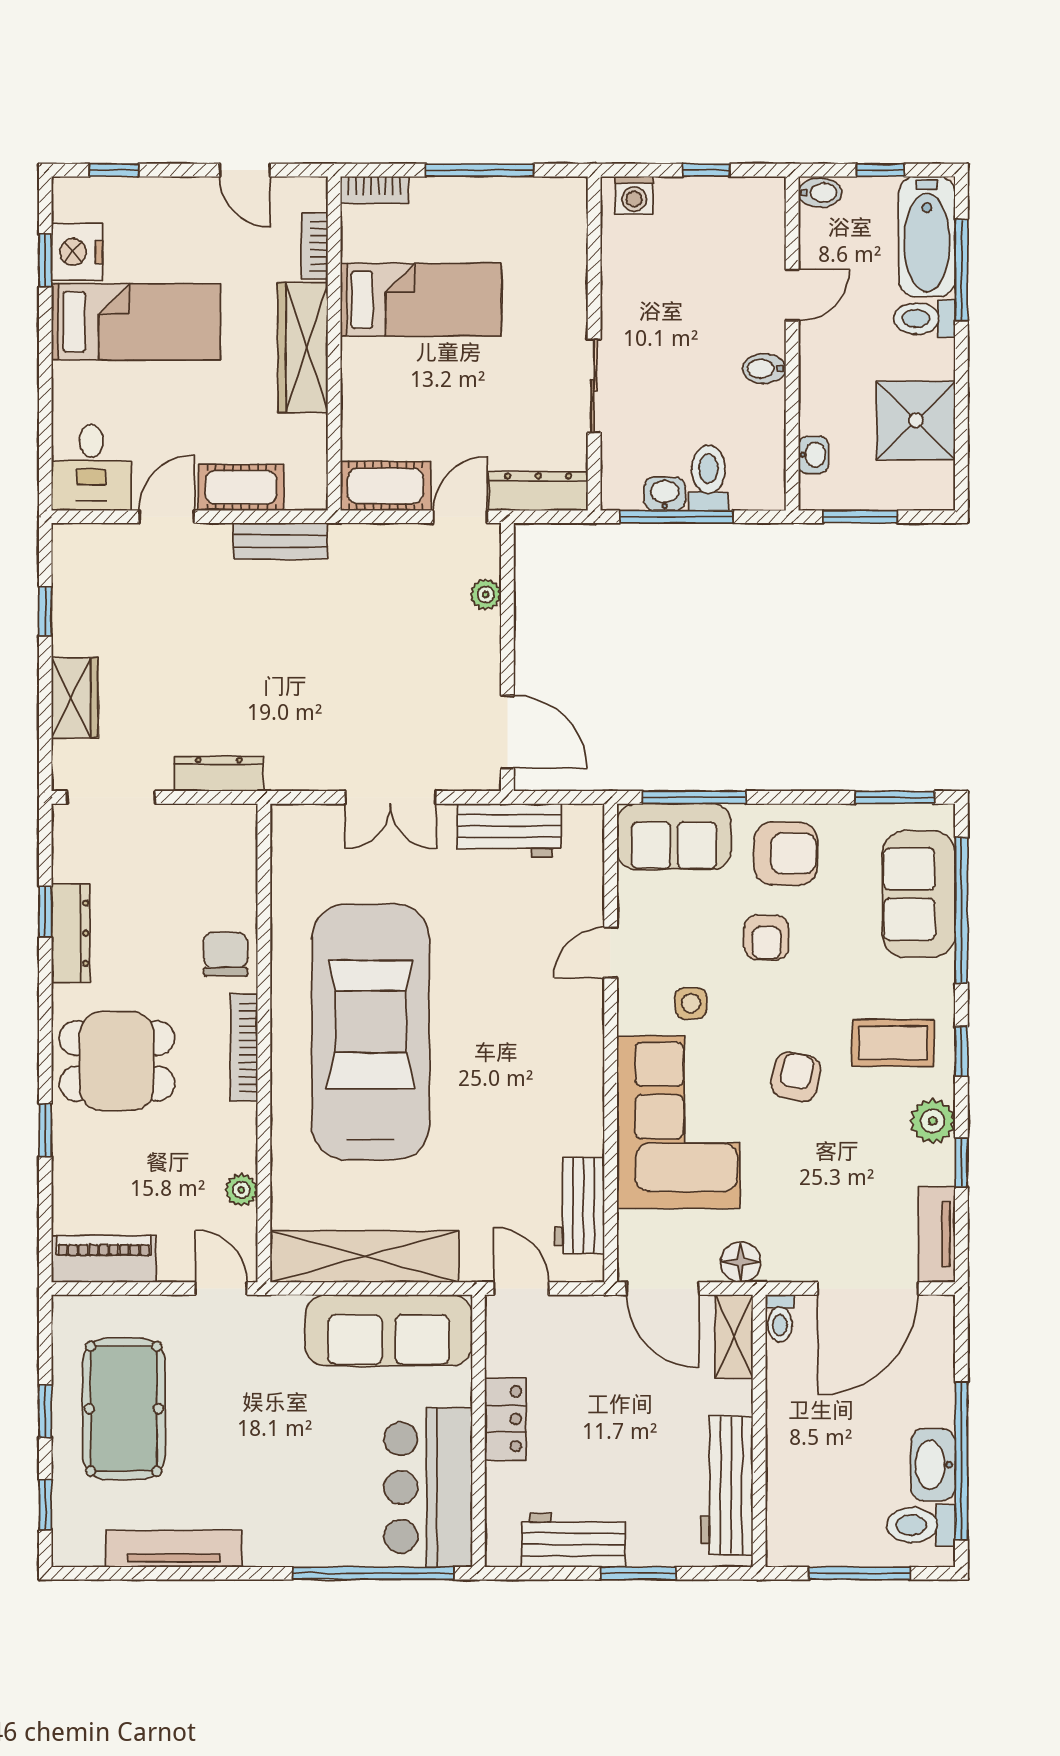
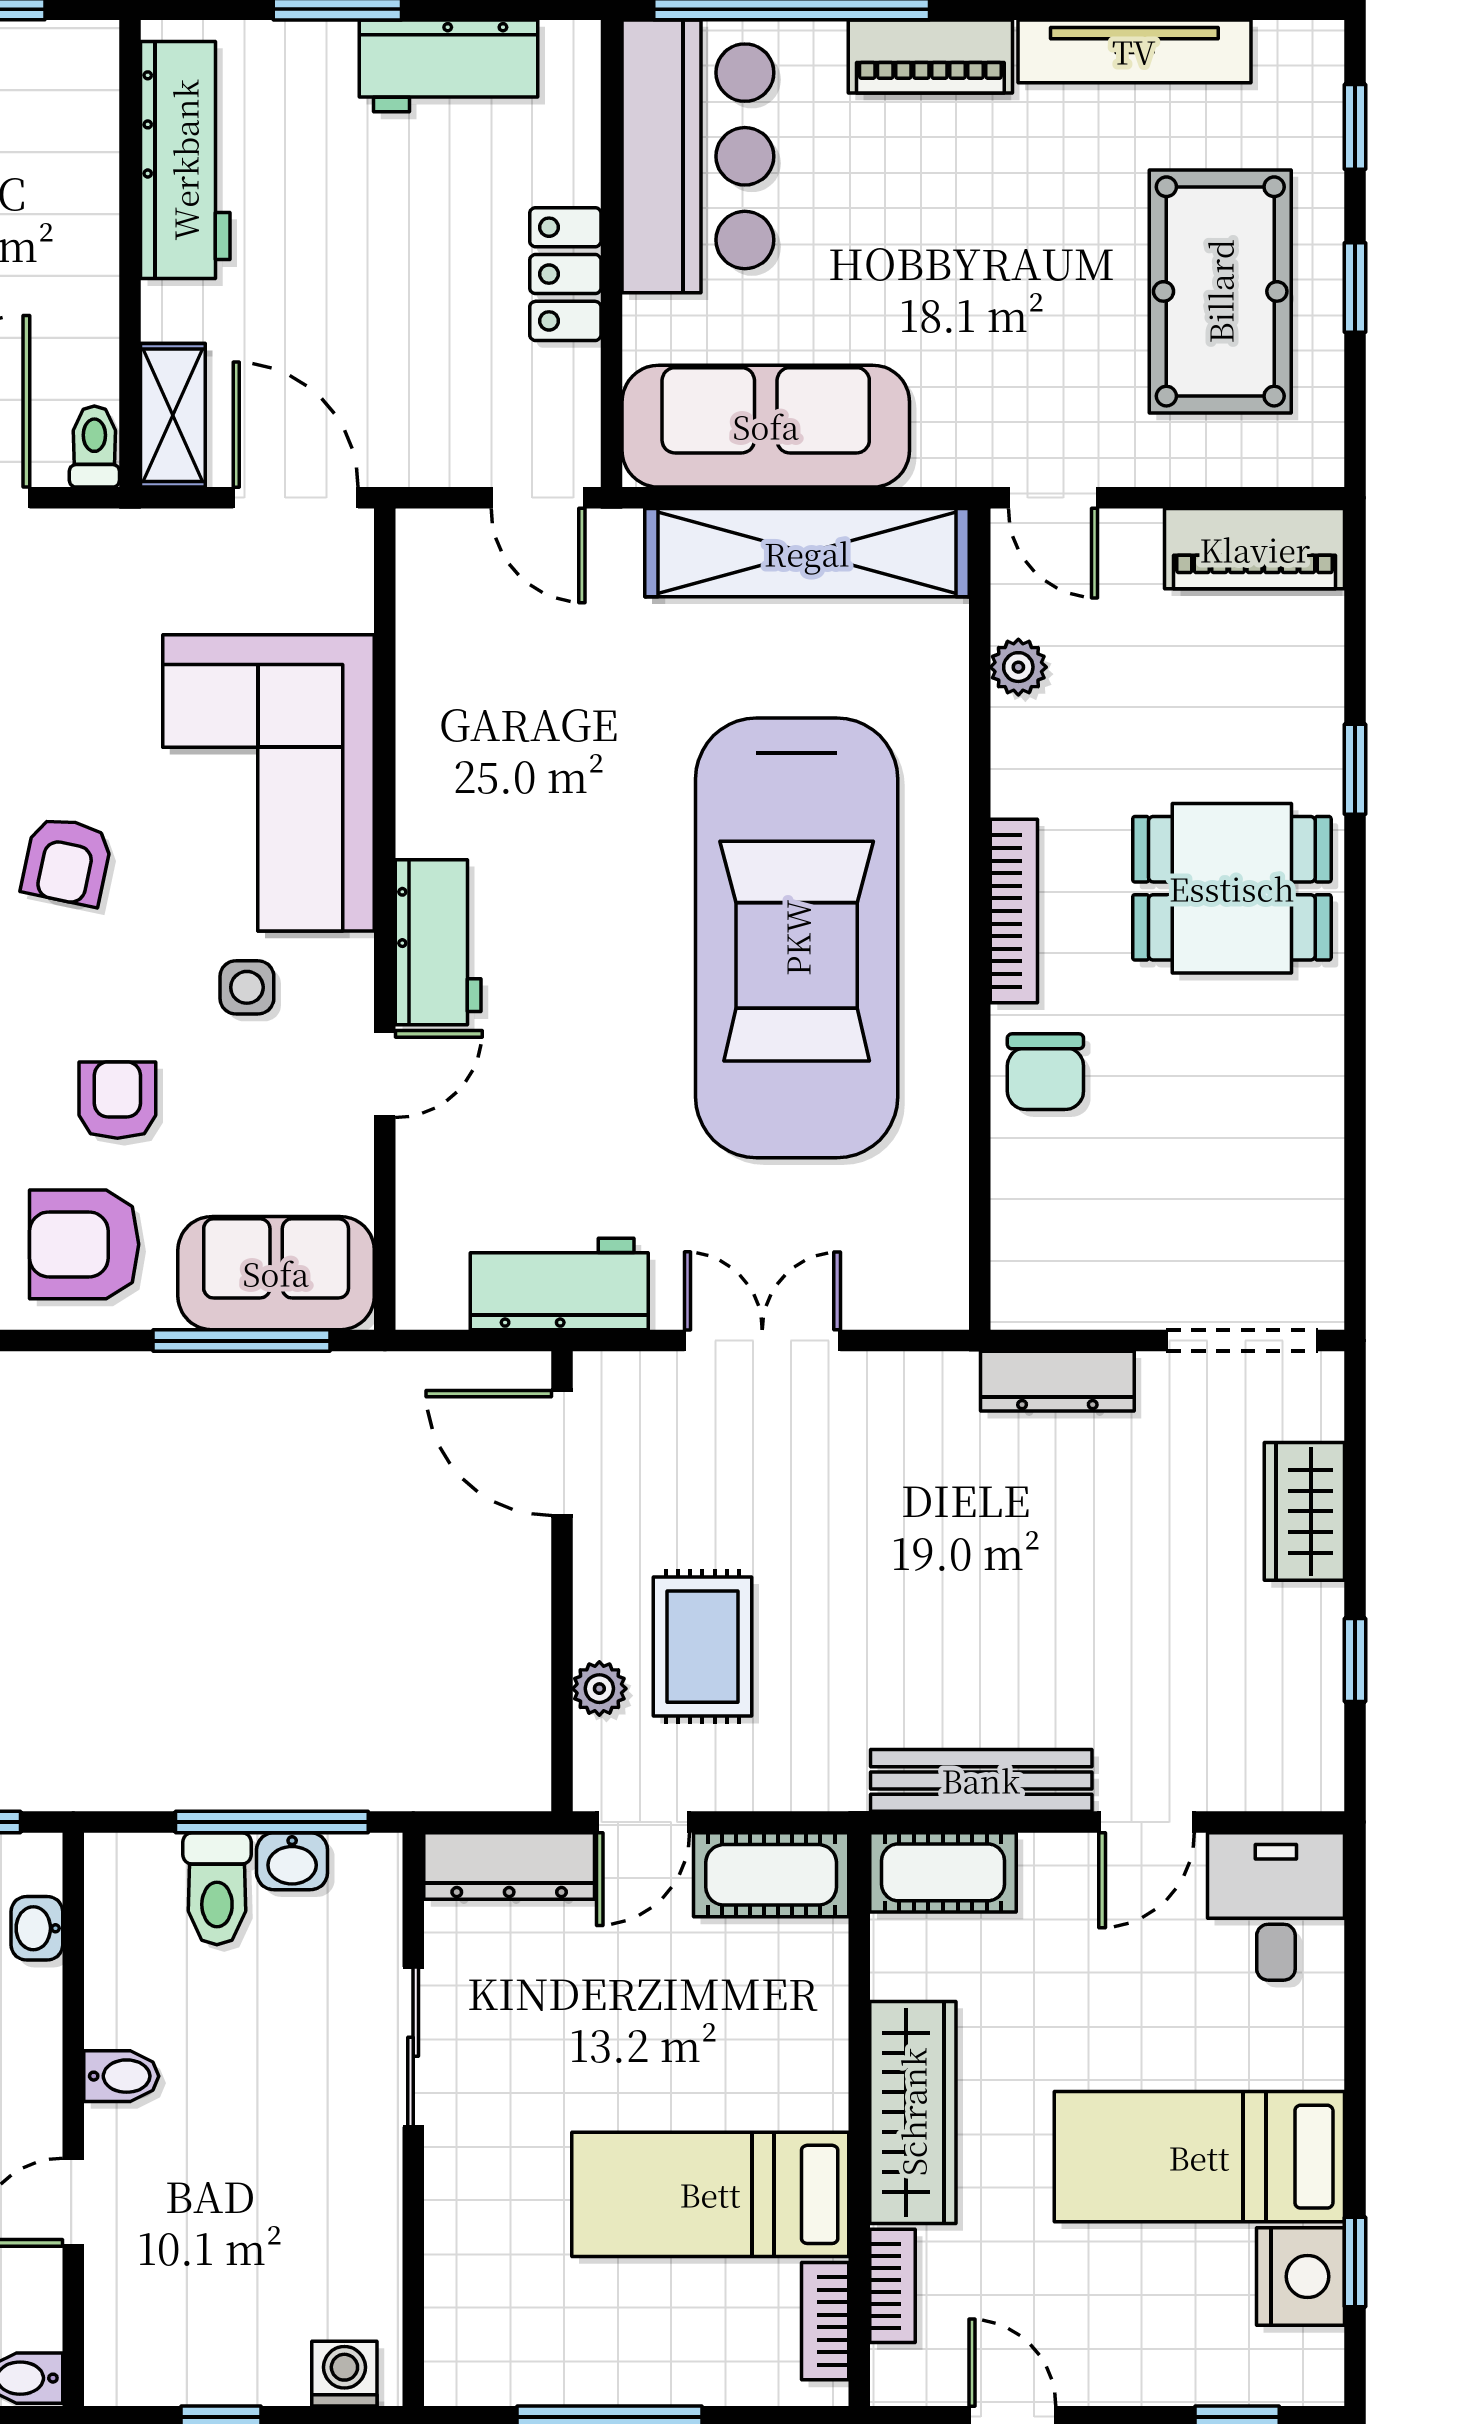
bookcase: (375, 190) -> (825, 2321), moved, turned -90
cot: (241, 487) -> (943, 1872), moved
bench: (280, 541) -> (981, 1780), width x1.36
rug: (425, 619) -> (702, 1647), added
window: (45, 912) -> (1355, 1145), removed
dresser: (71, 933) -> (1311, 1107), removed
workbench: (579, 1206) -> (438, 942), moved
floor lamp: (741, 1262) -> (162, 543), removed
piano: (293, 1546) -> (930, 56), added

